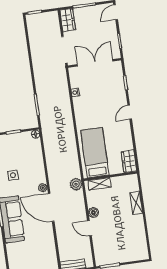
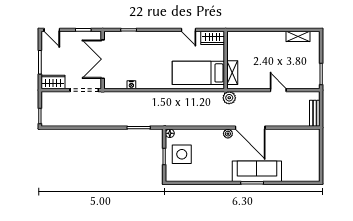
door: (130, 112) -> (189, 30), moved
side table: (13, 175) -> (182, 154), moved, width x1.87, depth x1.87
shelving: (136, 203) -> (298, 36), moved
door: (51, 207) -> (250, 128), hinge flipped
boiler: (93, 212) -> (262, 83), removed
door: (89, 228) -> (278, 90), swing flipped

